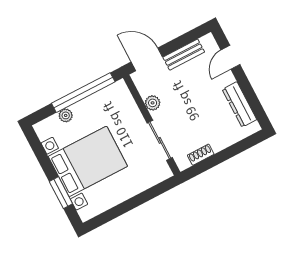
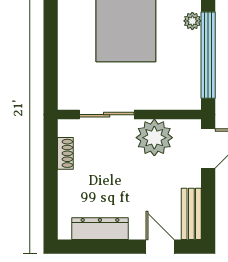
bench: (184, 55) -> (191, 214), moved
plant: (153, 103) -> (154, 138), width x1.87, depth x1.87

